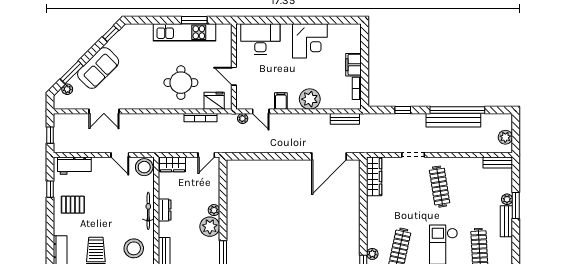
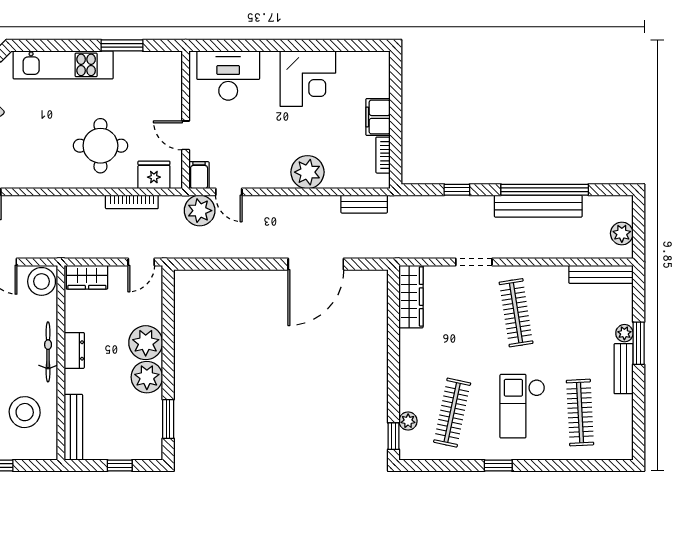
kitchen unit: (184, 32) -> (63, 65), moved
filing cabinet: (281, 101) -> (199, 175), moved
plant: (243, 119) -> (200, 211), width x1.87, depth x1.87
door: (329, 156) -> (316, 264), moved
bench: (498, 163) -> (601, 274), width x1.36
plant: (214, 210) -> (146, 343), width x1.87, depth x1.87

